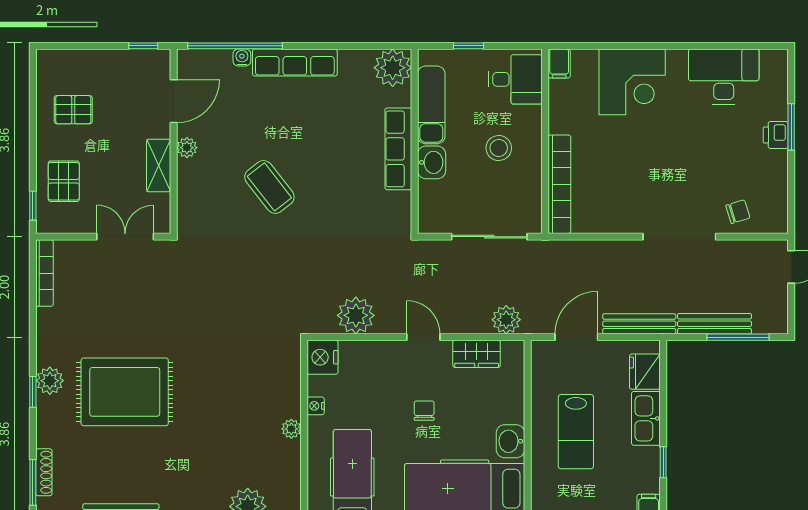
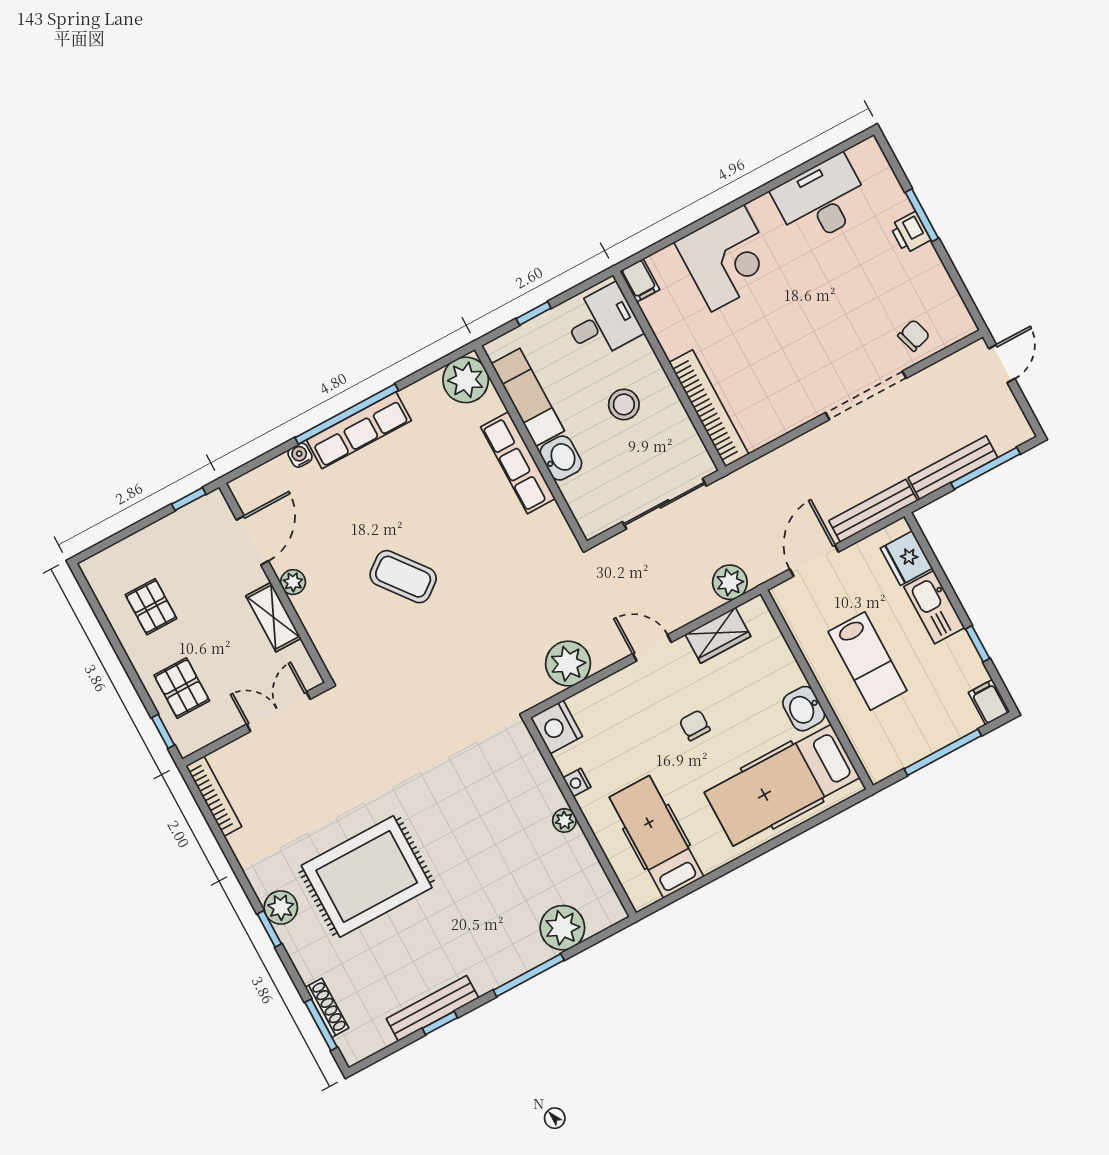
window: (235, 46) -> (347, 414), moved
pallet: (73, 110) -> (151, 607), turned 90

